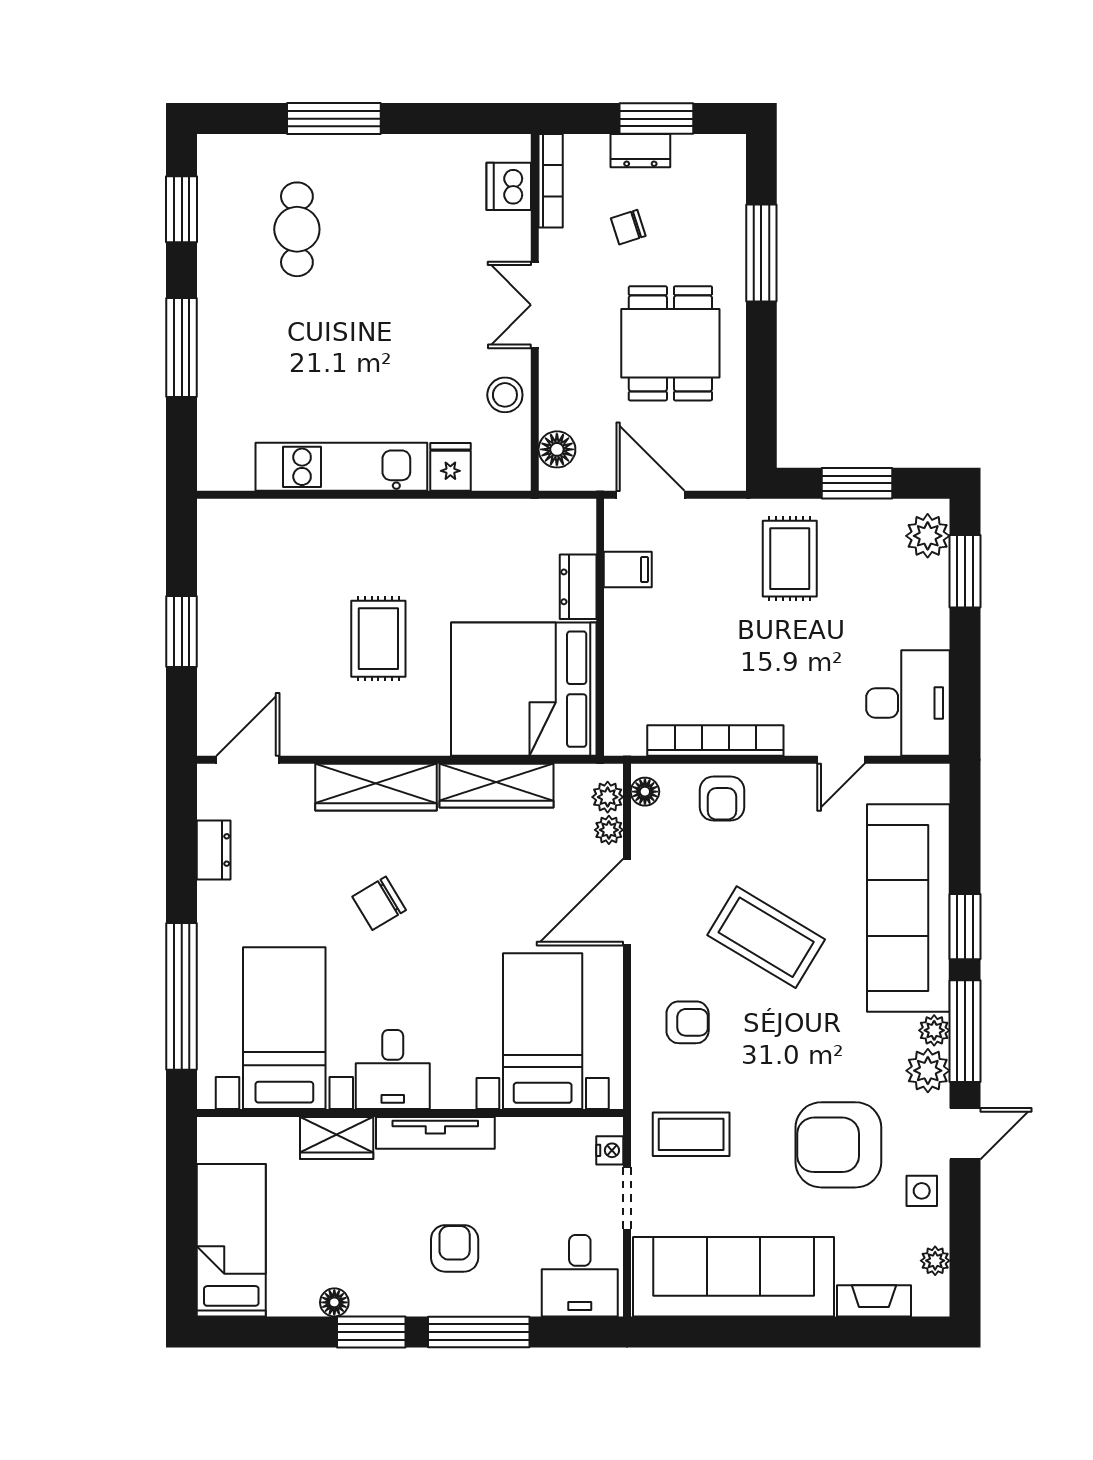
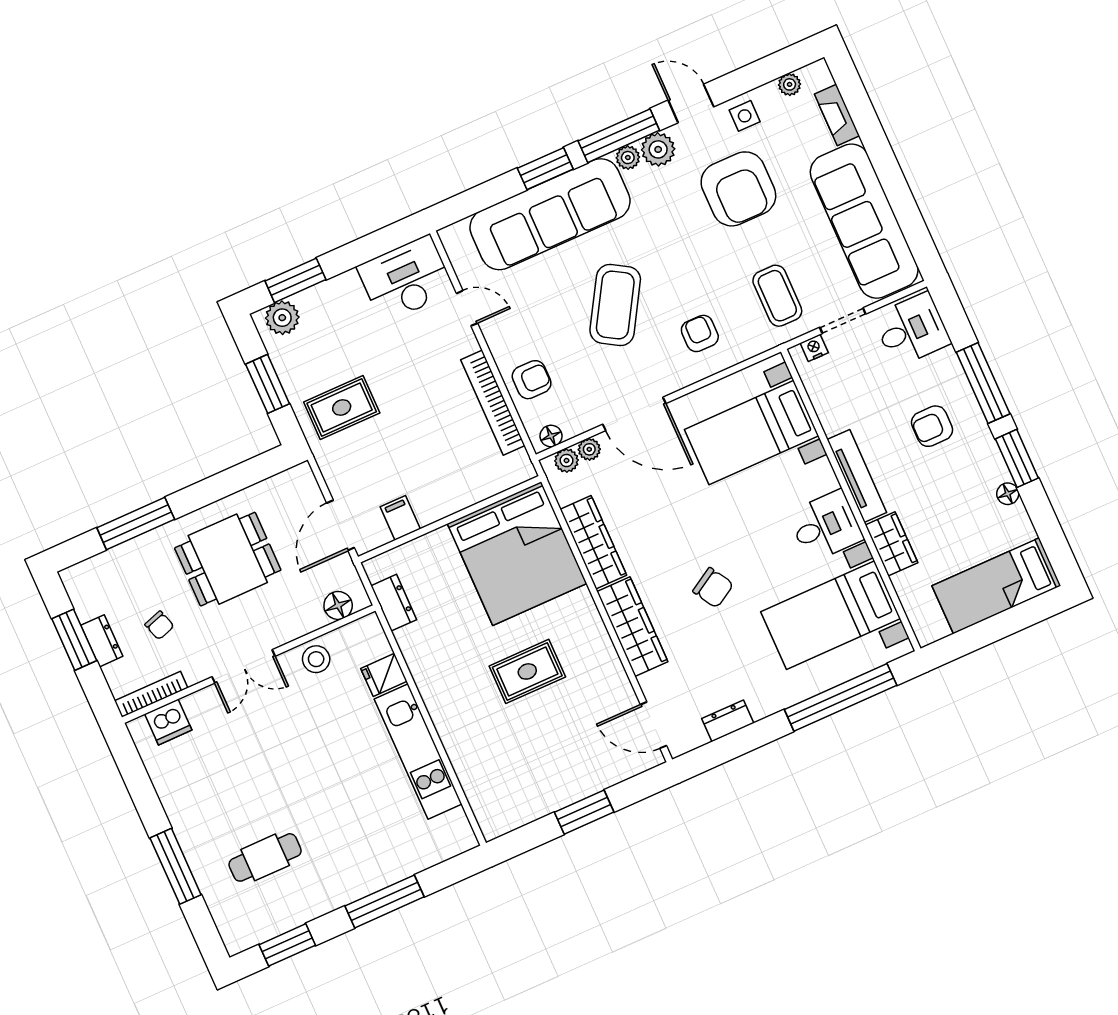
dresser: (578, 587) -> (394, 603), moved, turned -90

